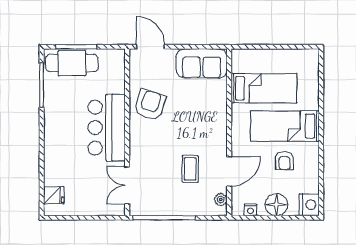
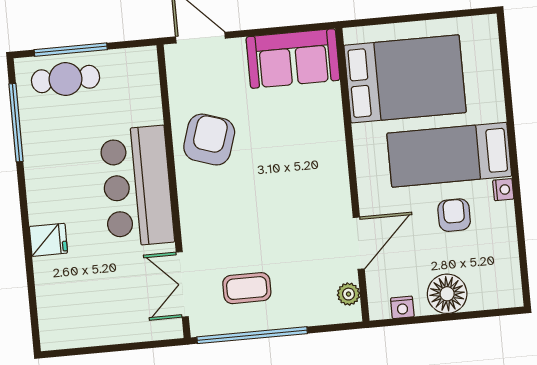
cafe table: (72, 63) -> (65, 79), width x0.73, depth x0.74
bed: (264, 88) -> (405, 79), width x1.50
armchair: (284, 160) -> (454, 215), turned 180
coffee table: (190, 169) -> (247, 288), moved, turned 90
fridge: (54, 195) -> (48, 240), moved
nightstand: (309, 205) -> (503, 190), moved, width x0.53, depth x0.56

